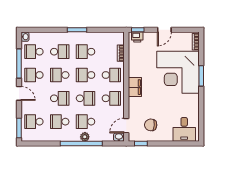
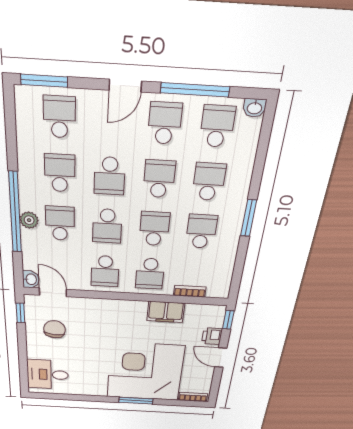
printer: (137, 37) -> (212, 336), moved
school desk: (60, 52) -> (209, 182), turned 180
filing cabinet: (135, 87) -> (166, 312), moved

